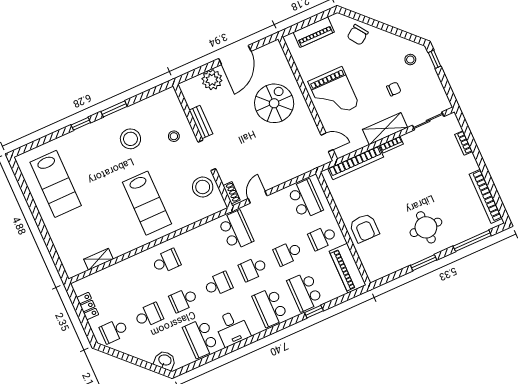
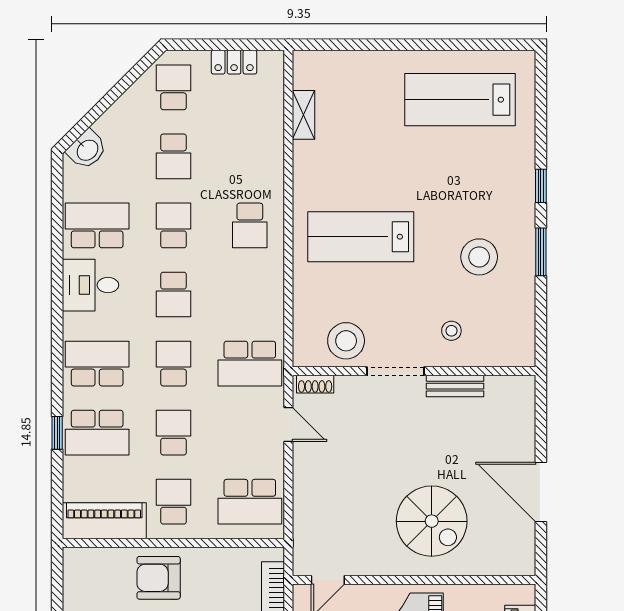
plant: (212, 80) -> (517, 436), removed
school desk: (305, 292) -> (97, 433), turned 180

